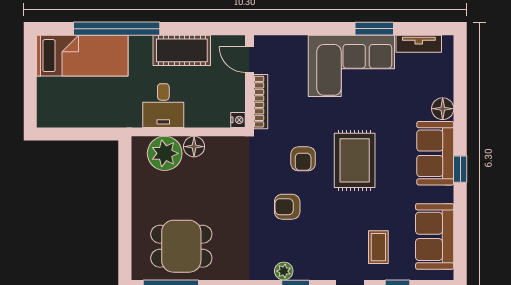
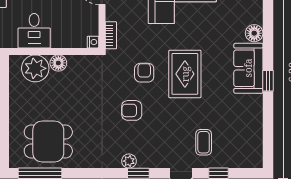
bookcase: (261, 102) -> (111, 35), width x0.64
armchair: (303, 159) -> (144, 73), turned 180
sofa: (435, 236) -> (248, 134), removed

